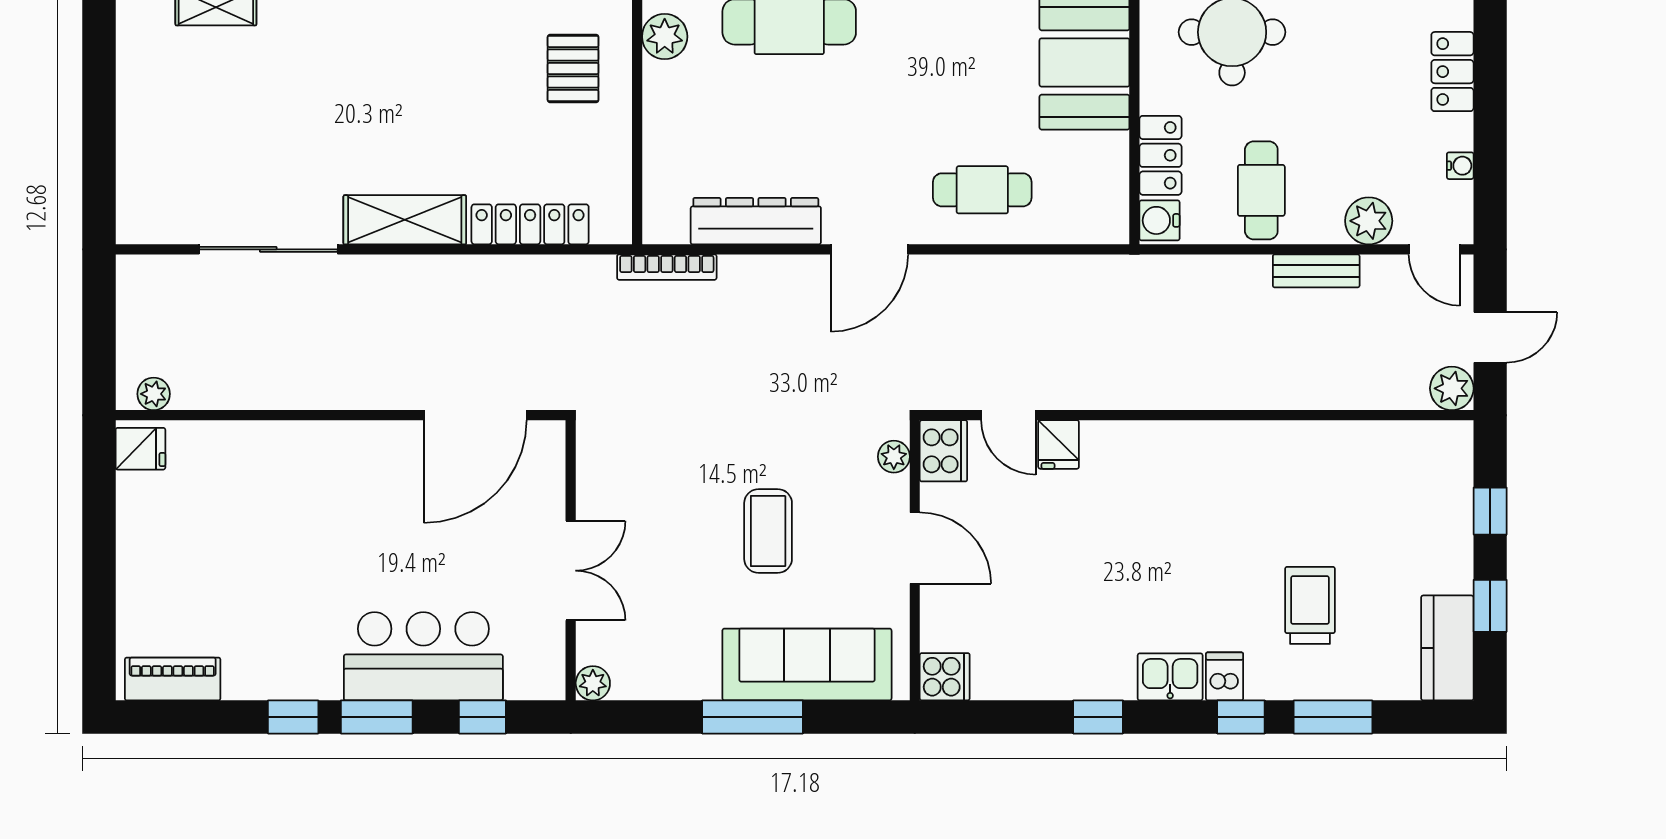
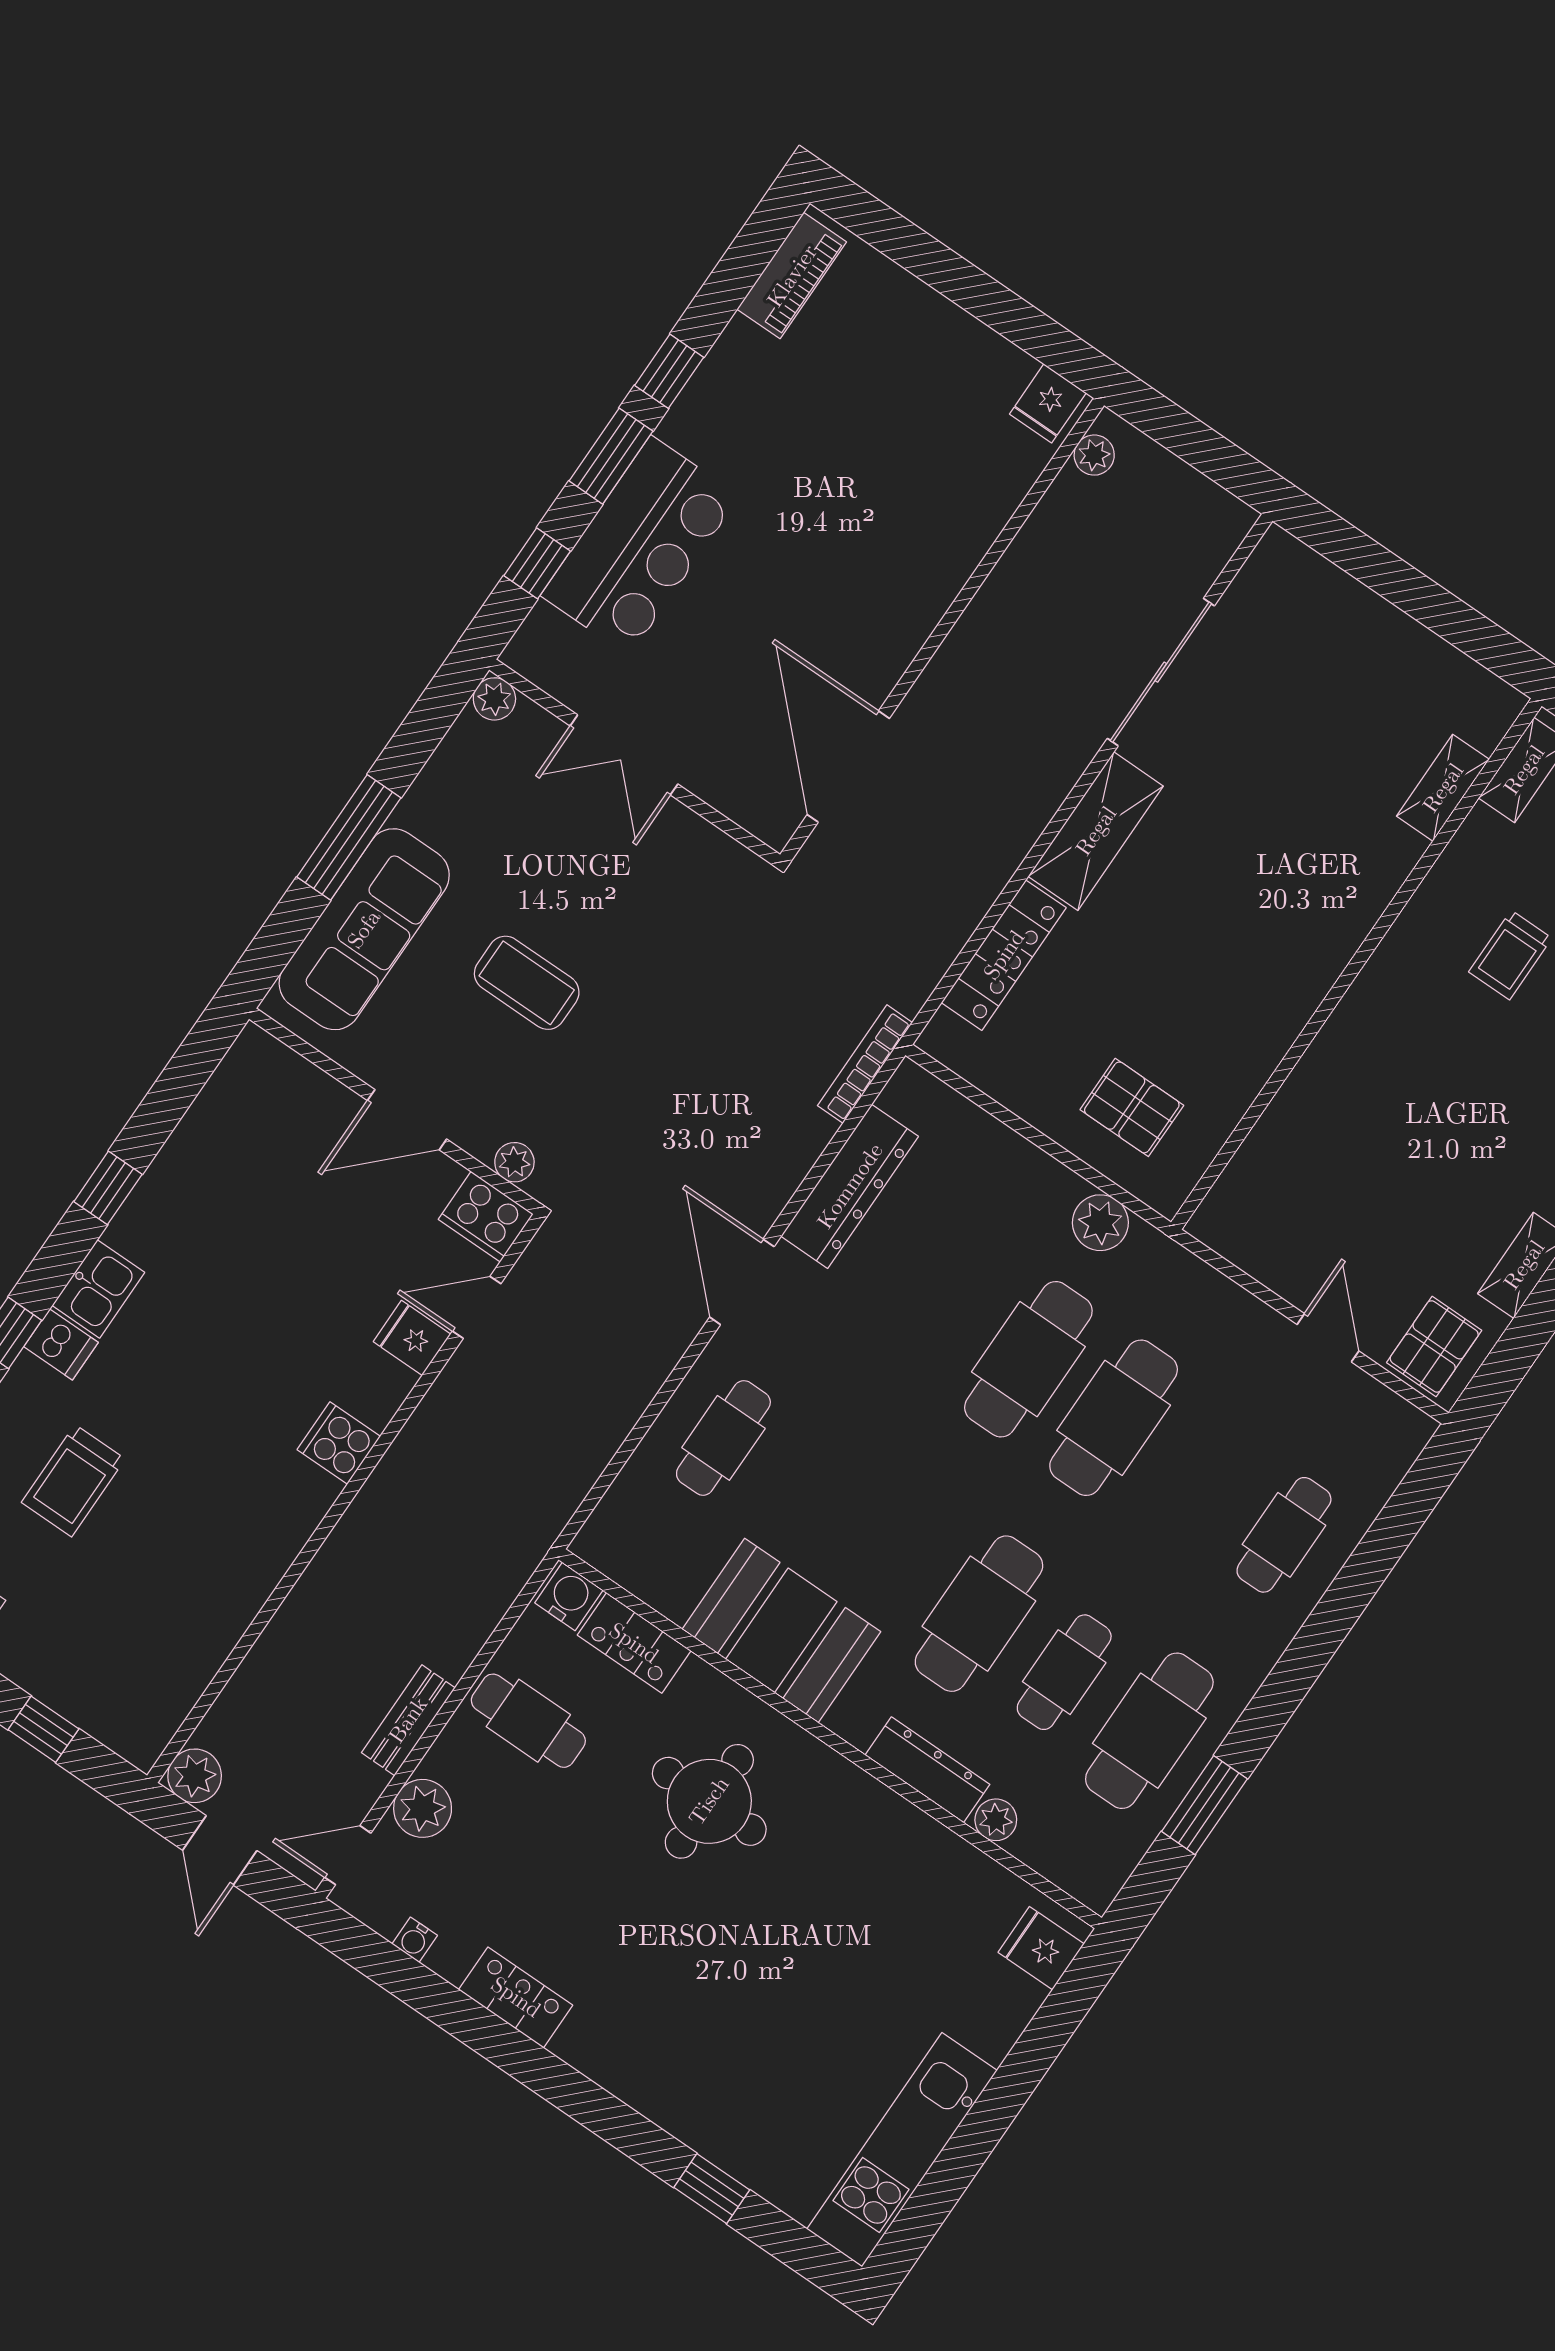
trolley: (1310, 605) -> (73, 1481), turned 90
cooker: (945, 677) -> (339, 1443), moved, turned 90

